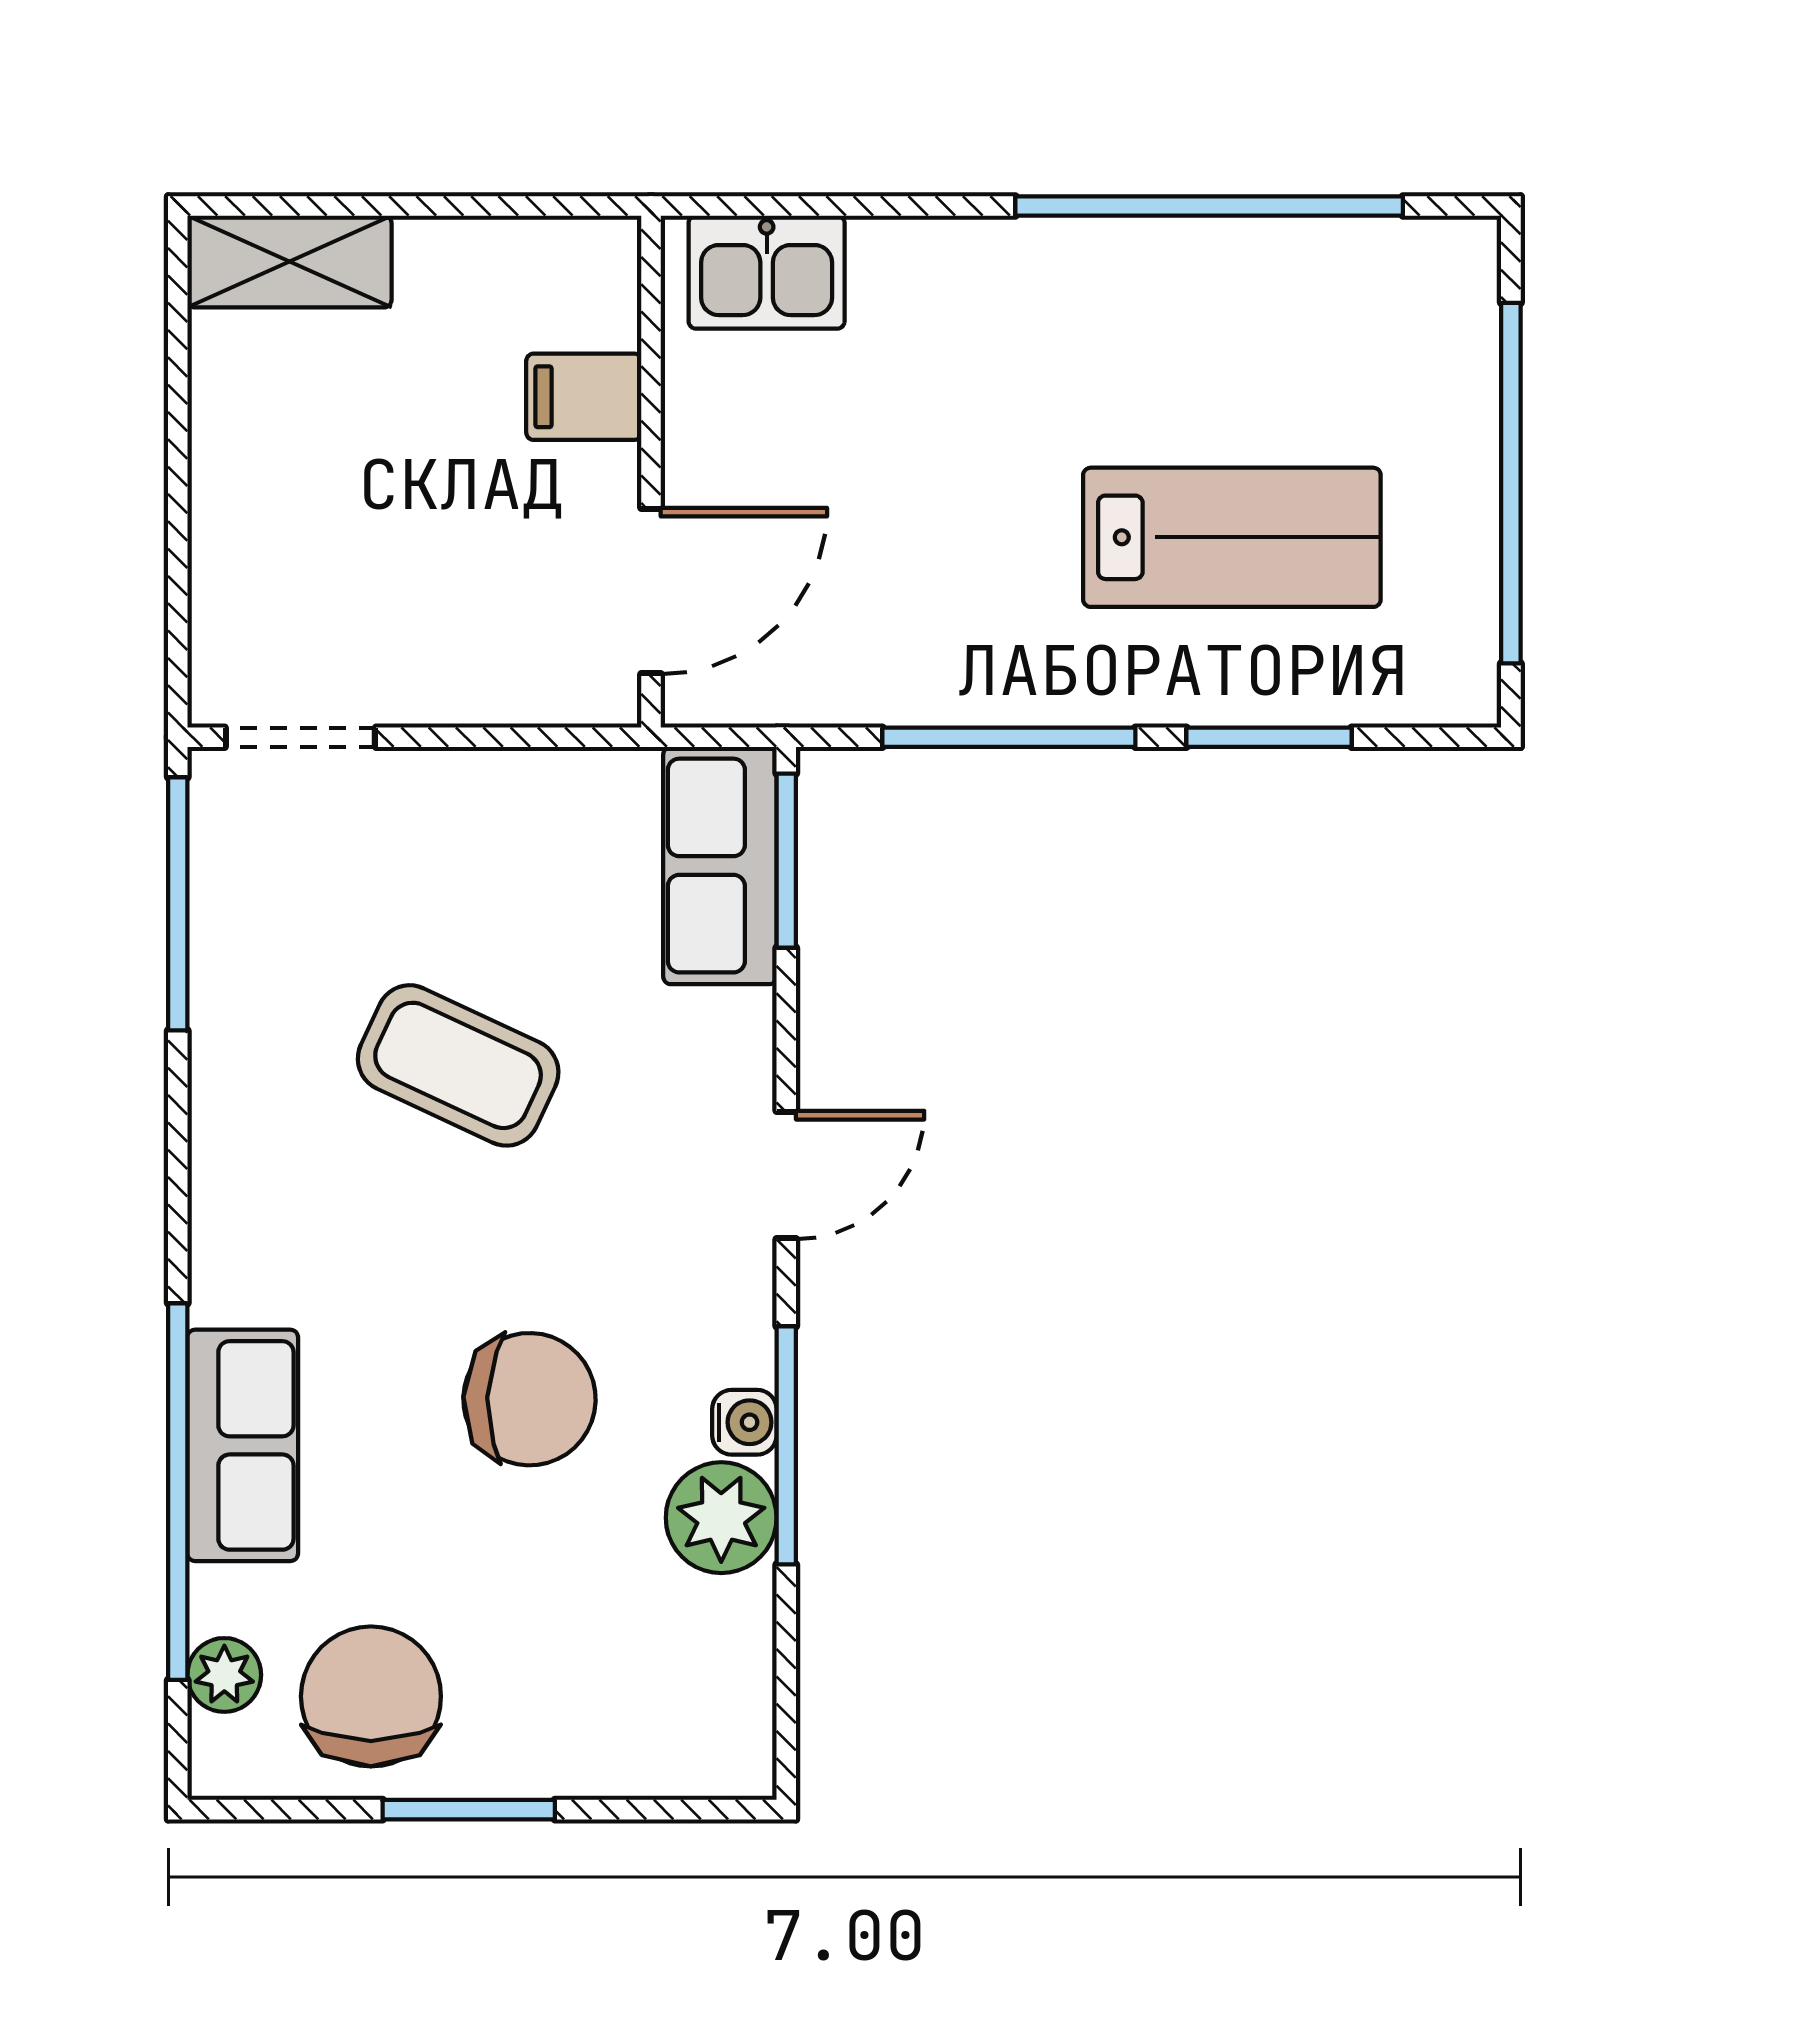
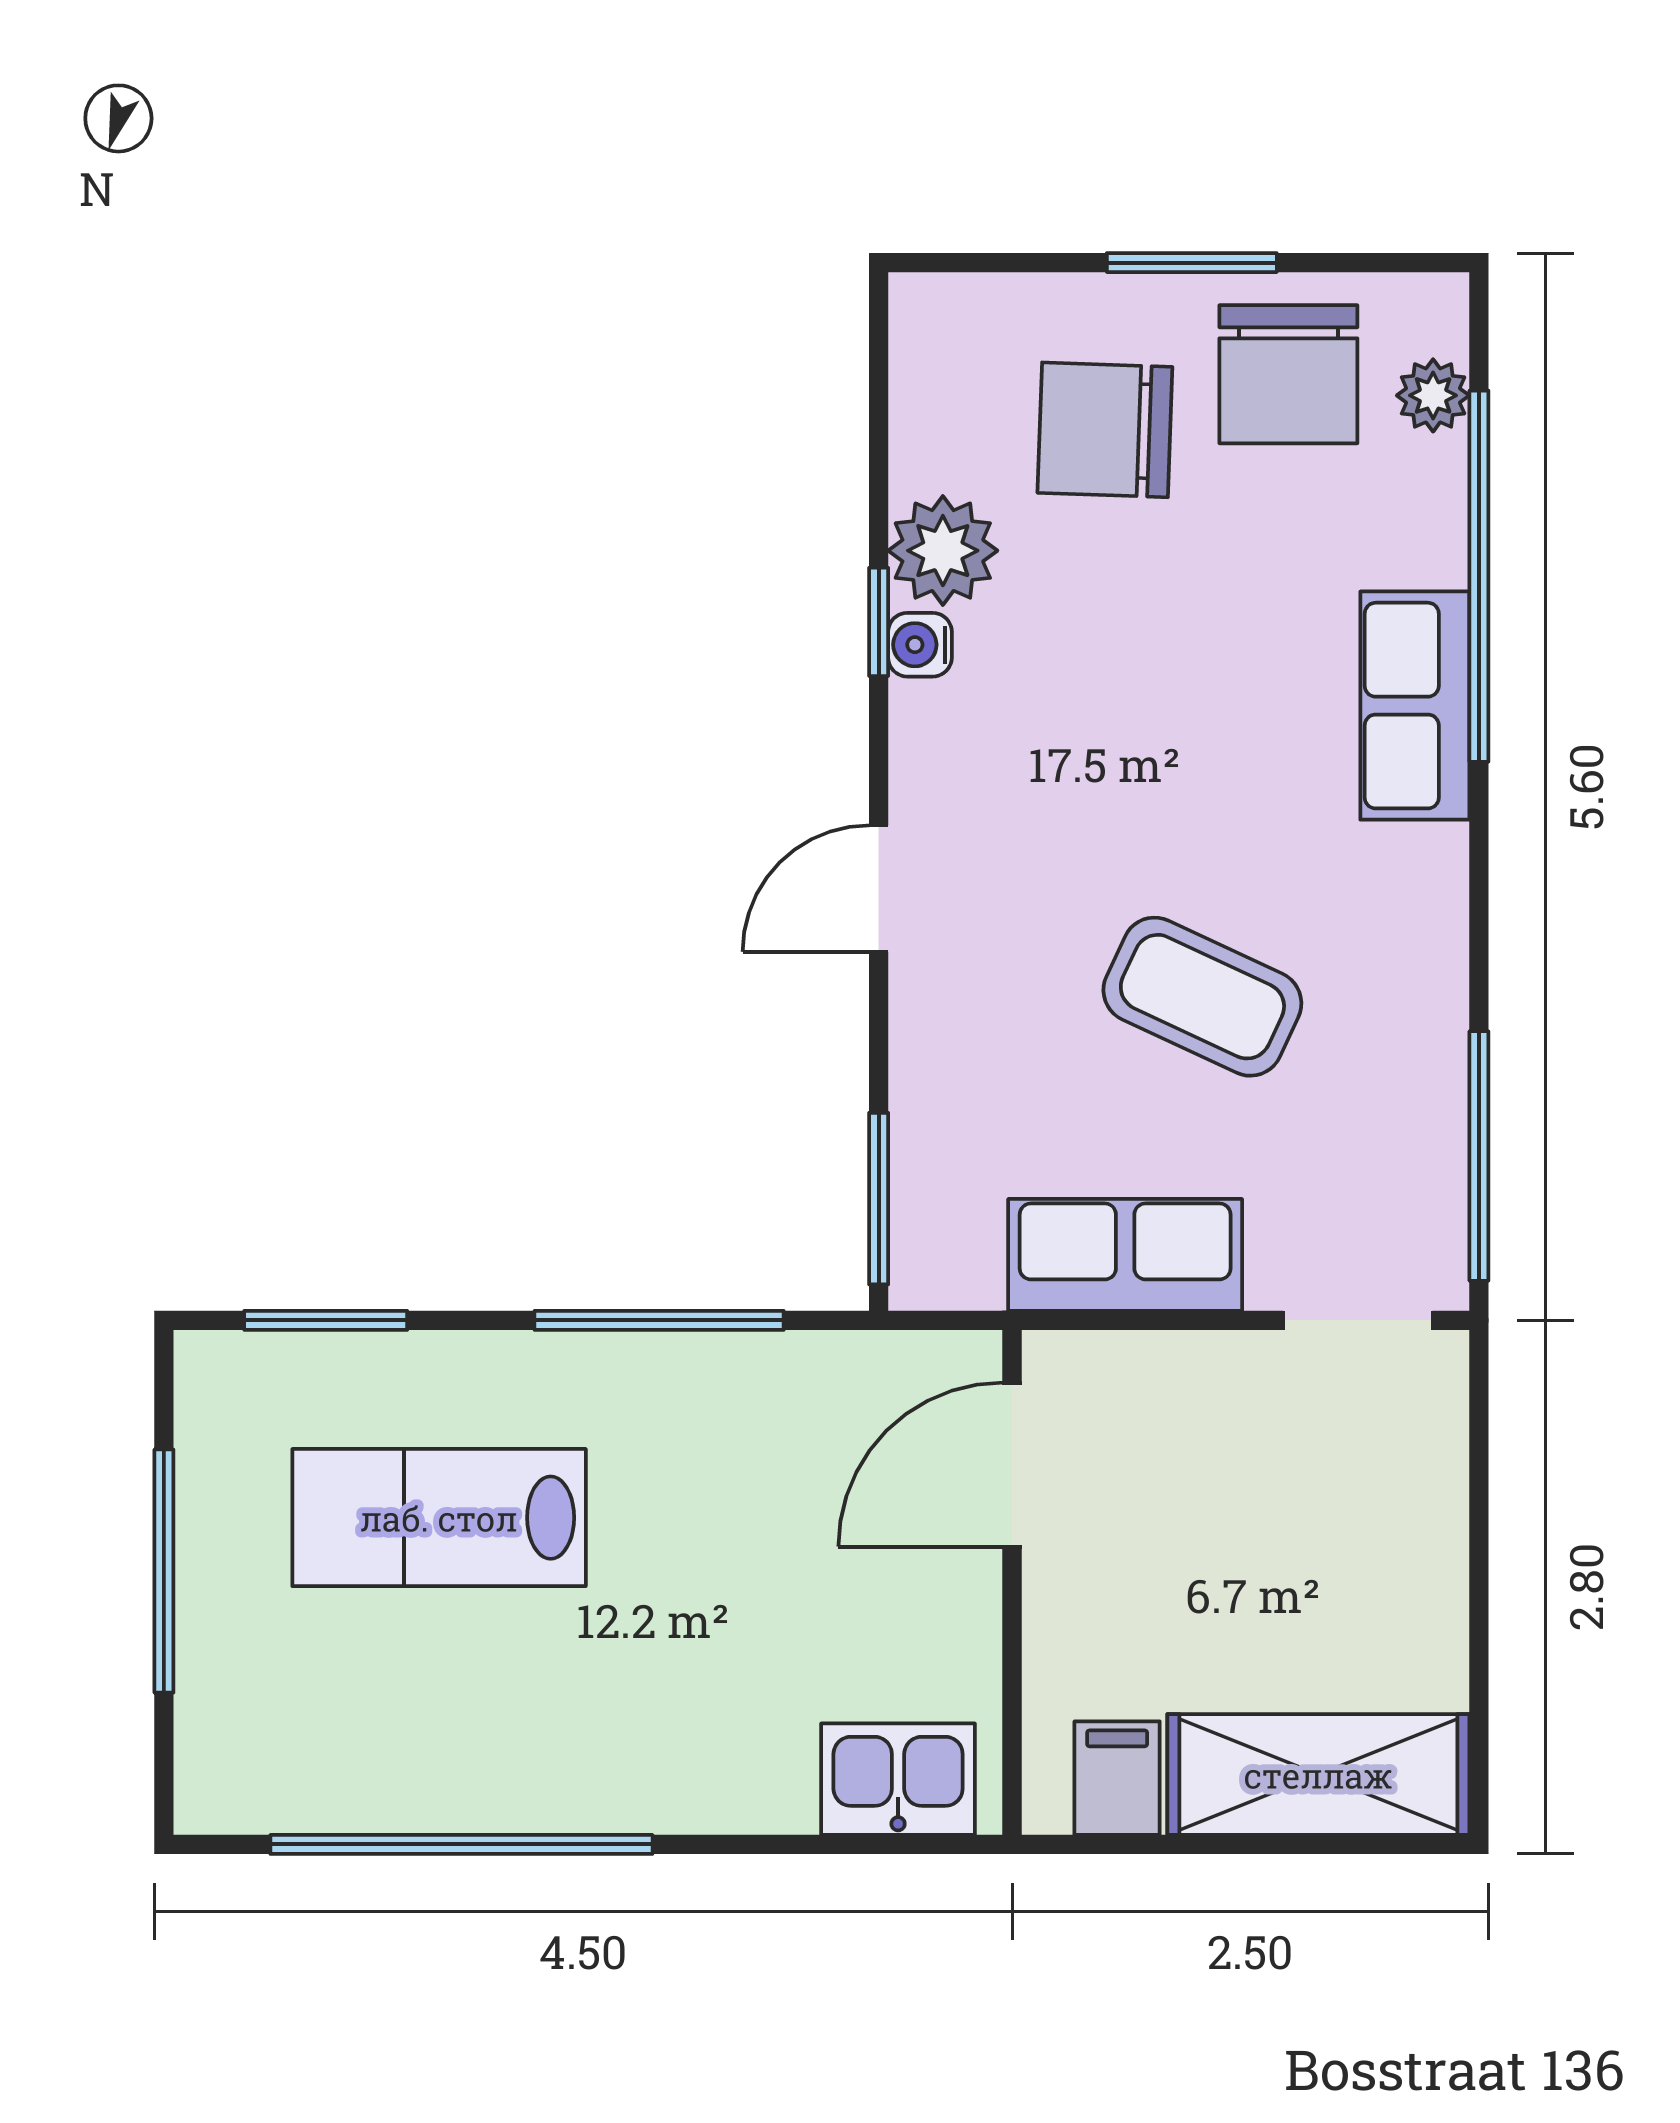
shelving: (289, 262) -> (1318, 1775), width x1.50, depth x1.33
filing cabinet: (584, 397) -> (1117, 1778), moved, turned -90
window: (1511, 483) -> (164, 1571), width x0.68
window: (1269, 737) -> (326, 1320), moved
row of seats: (720, 866) -> (1125, 1255), moved, turned -90
chair: (530, 1399) -> (1105, 430), moved
row of seats: (243, 1445) -> (1415, 706), moved
window: (786, 1445) -> (879, 622), width x0.46

